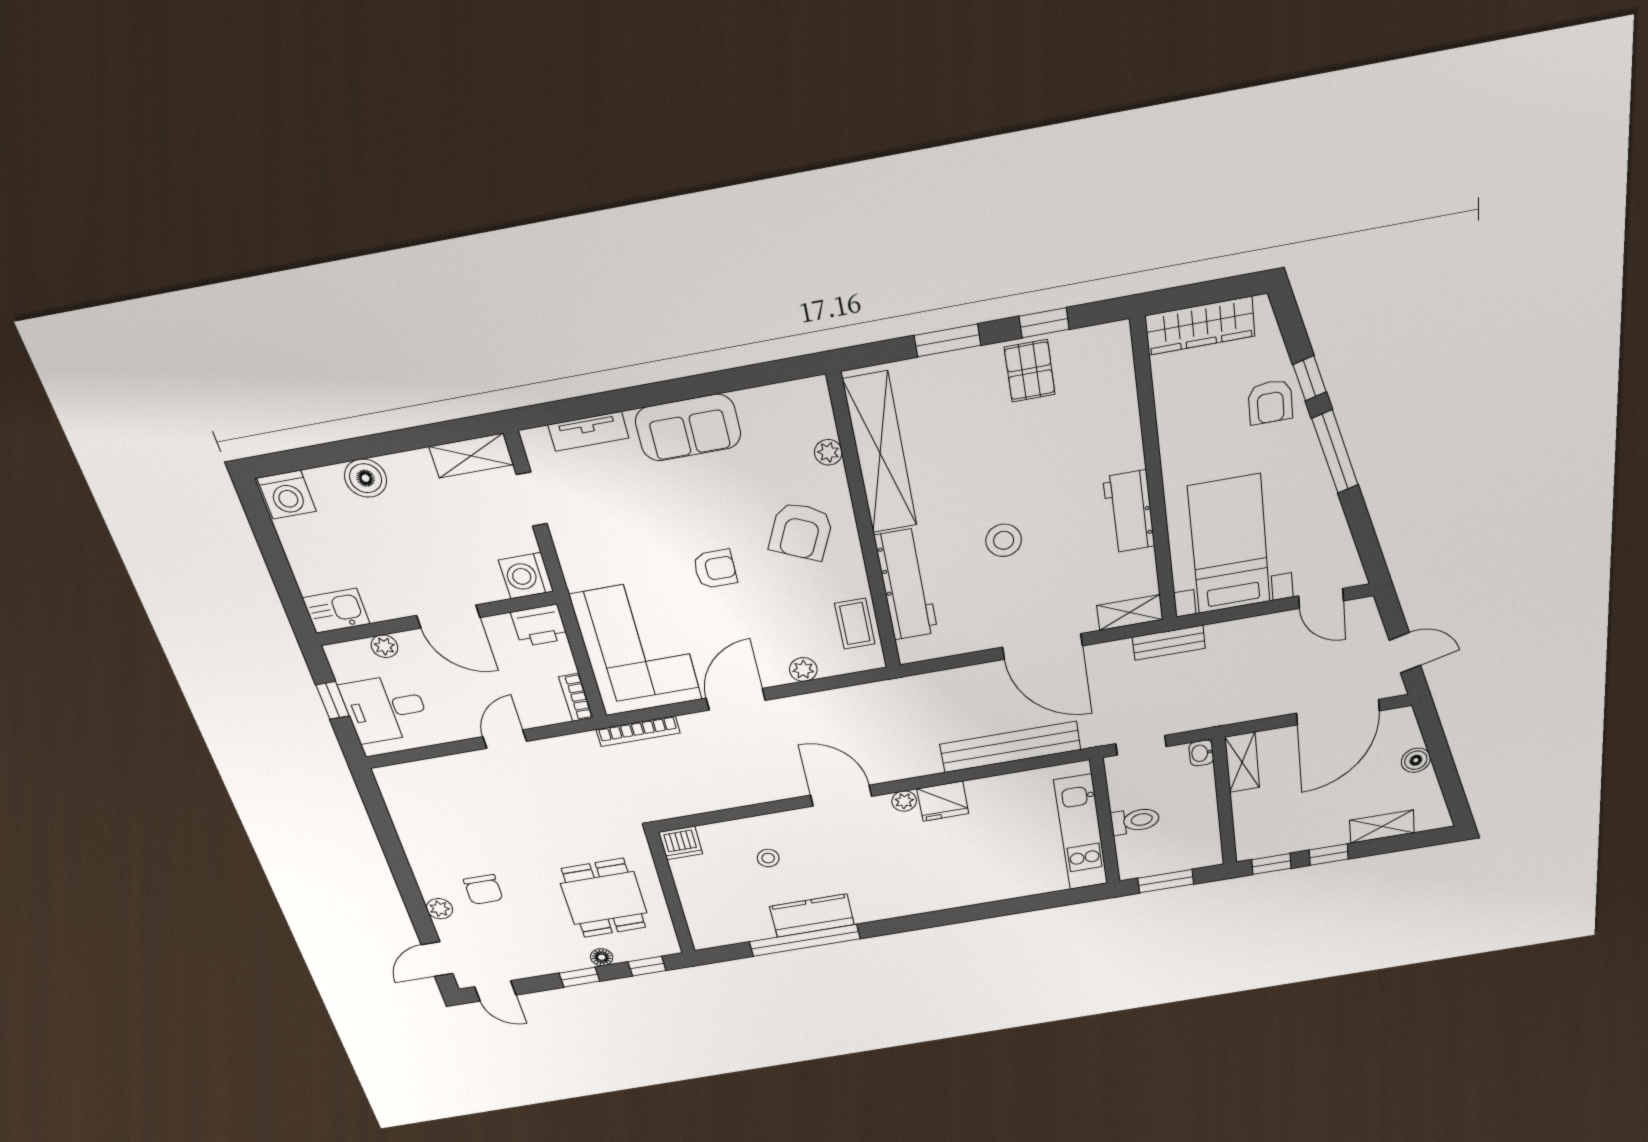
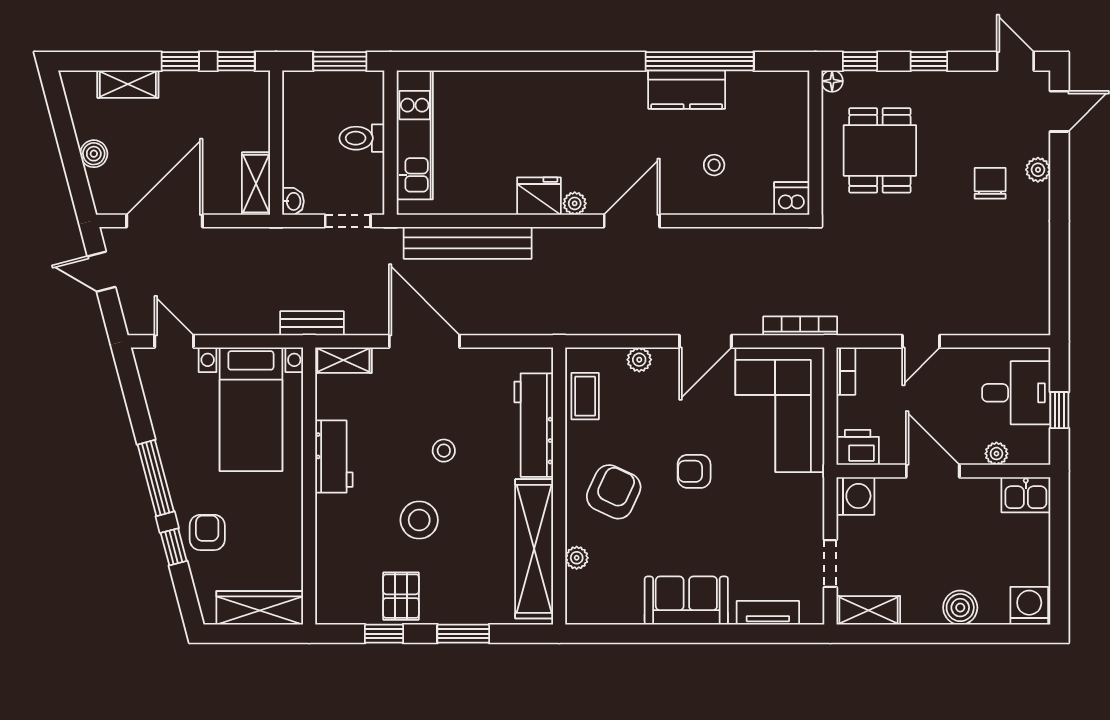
stool: (1021, 461) -> (419, 520), added
stool: (1004, 540) -> (444, 451), width x0.73, depth x0.73
door: (841, 796) -> (632, 221), swing flipped
floor lamp: (602, 957) -> (832, 81), moved

